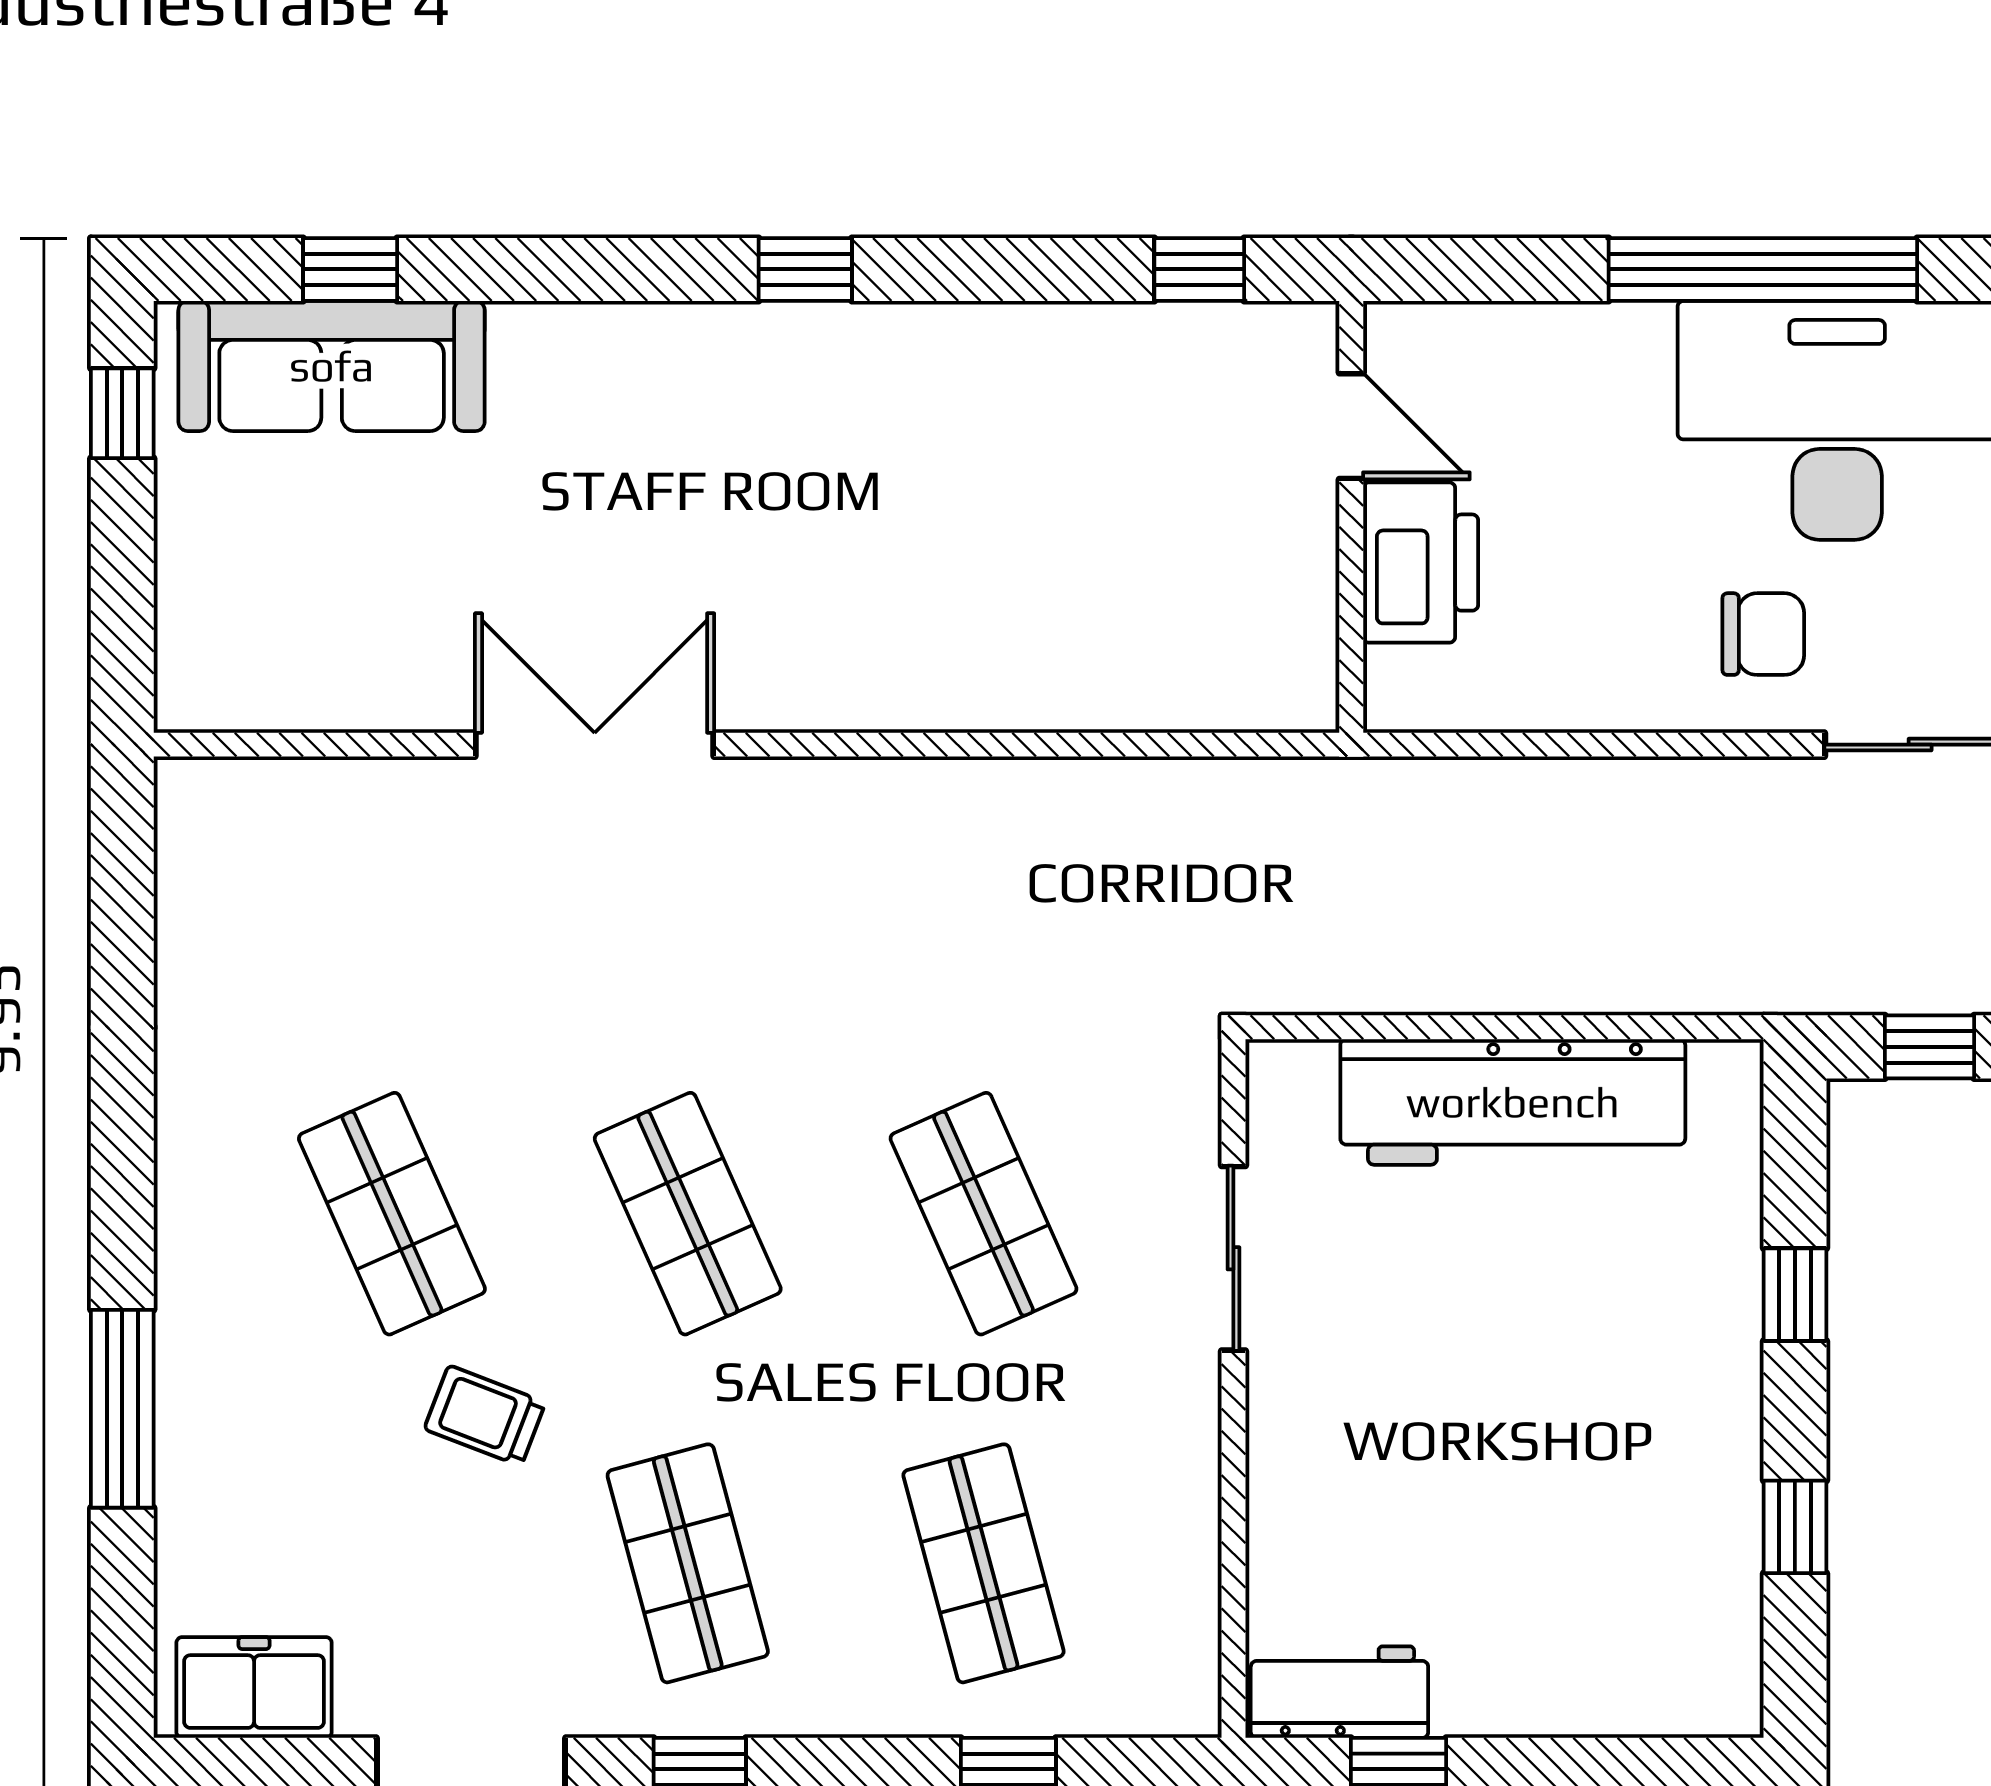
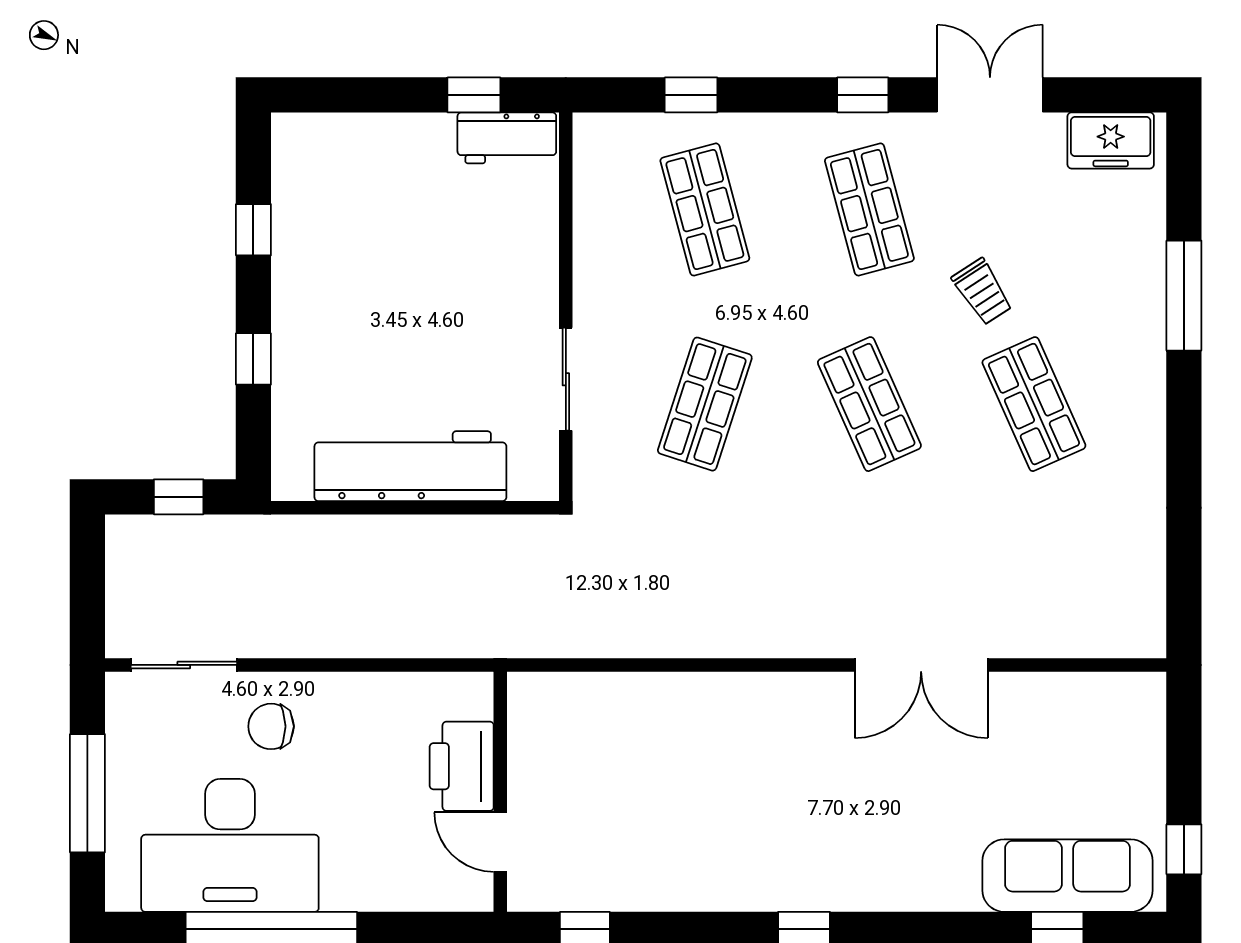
shop shelf: (984, 1214) -> (705, 404), turned 42
trolley: (485, 1416) -> (982, 292), turned 36

